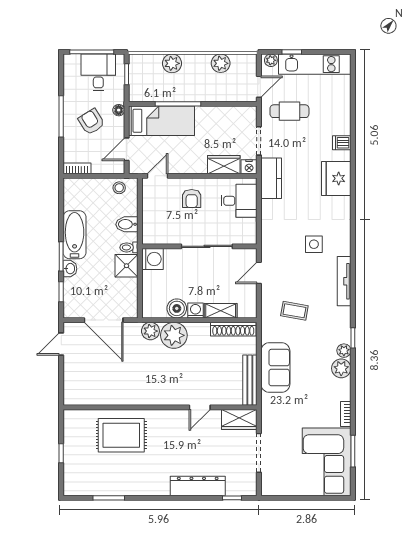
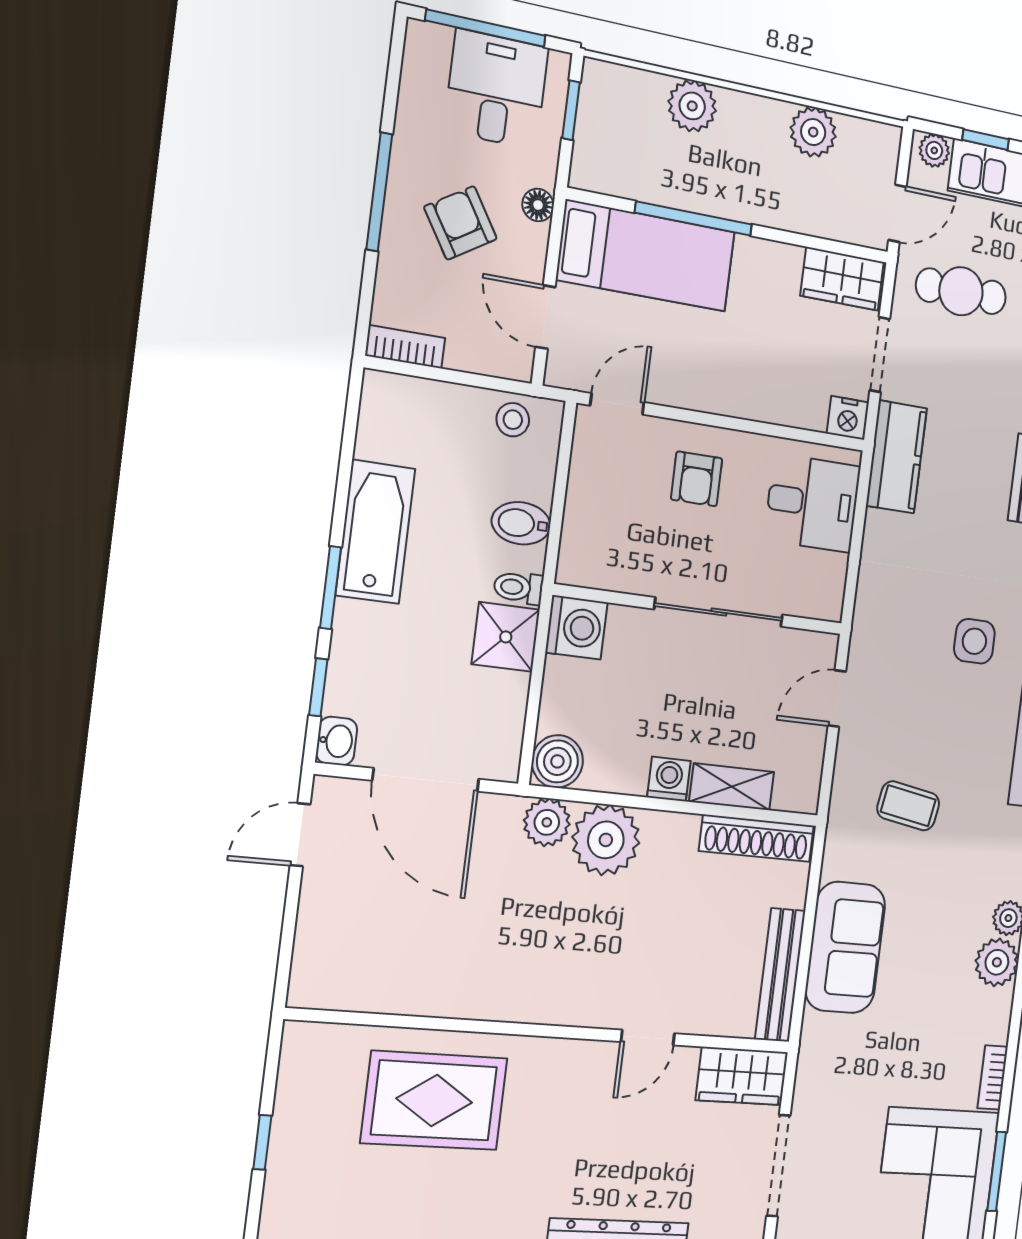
door: (127, 149) -> (545, 317), hinge flipped
wardrobe: (224, 165) -> (842, 279), moved, turned 180
washbasin: (70, 269) -> (337, 741), moved
boiler: (177, 308) -> (557, 761), moved

